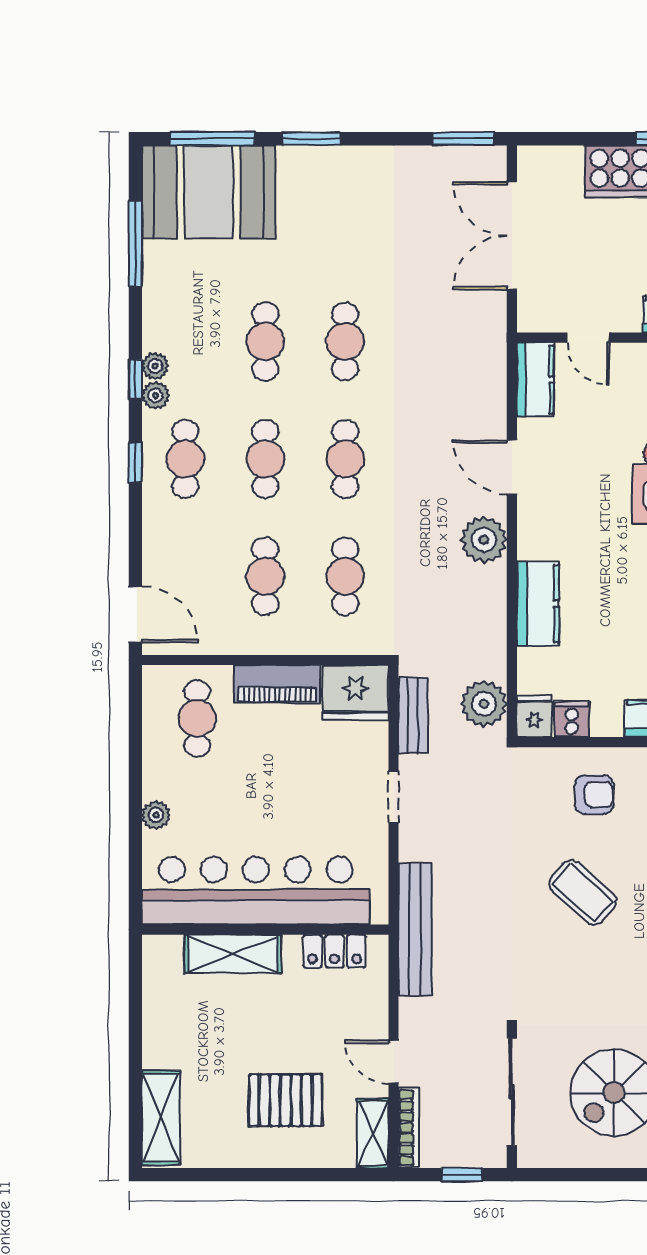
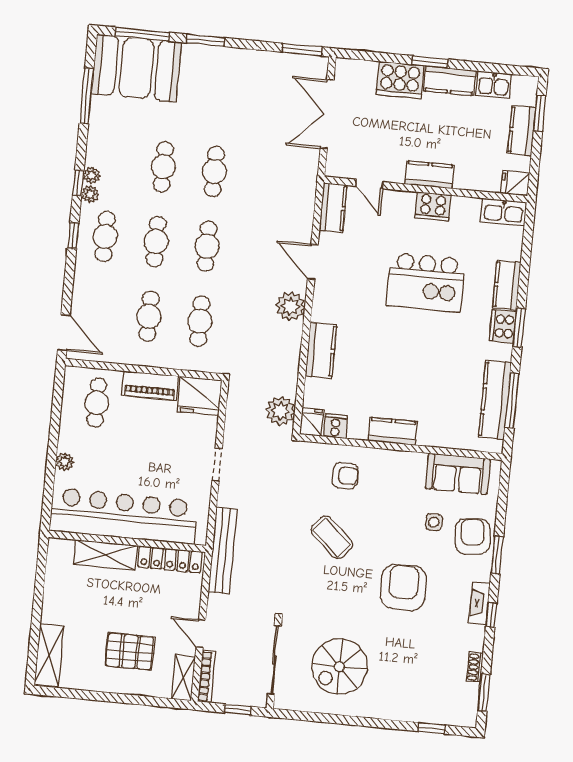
bench: (413, 716) -> (234, 414), removed
locker: (334, 951) -> (170, 559), width x1.53

